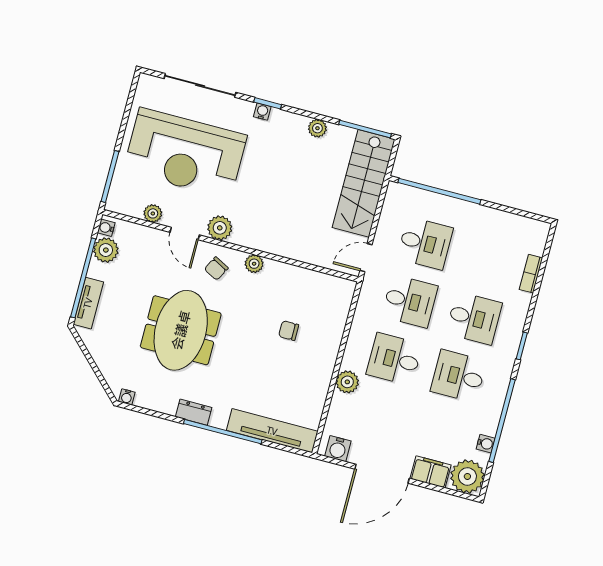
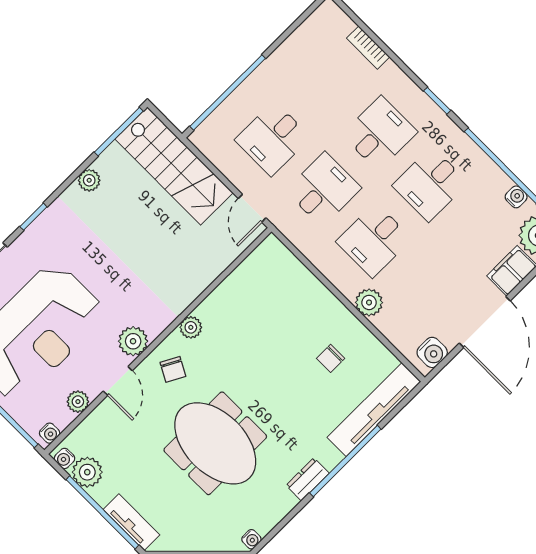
water cooler: (262, 112) -> (50, 433), moved, turned 180
door: (185, 234) -> (118, 381), hinge flipped
desk: (425, 243) -> (273, 139), turned 180
chair: (289, 331) -> (331, 358), moved

